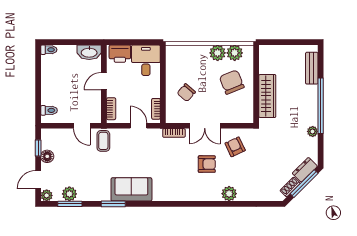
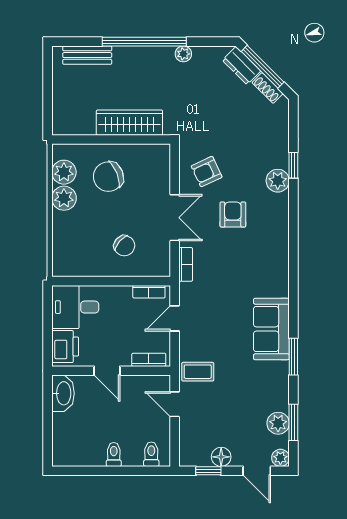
toilet: (49, 50) -> (114, 454), moved
door: (82, 126) -> (175, 404), swing flipped
window: (239, 204) -> (293, 165), added

